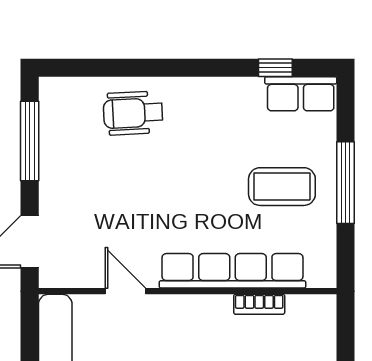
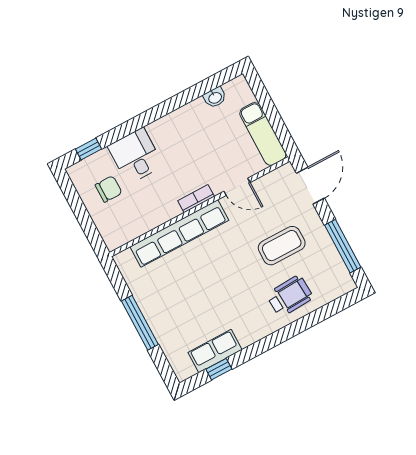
row of seats: (301, 94) -> (215, 351), moved
coffee table: (282, 187) -> (282, 246), moved
bookcase: (259, 304) -> (196, 199), moved

